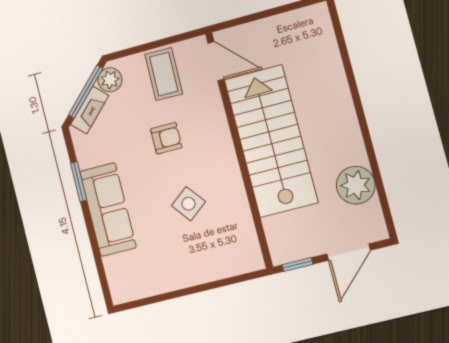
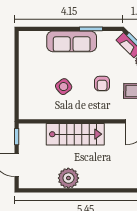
stairs: (271, 141) -> (75, 134), width x0.73, depth x0.66
plant: (356, 185) -> (68, 178), moved

